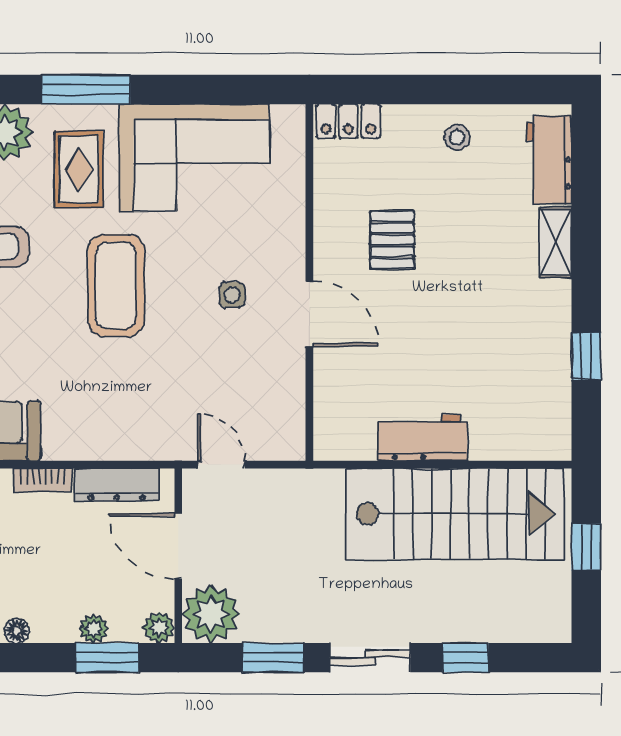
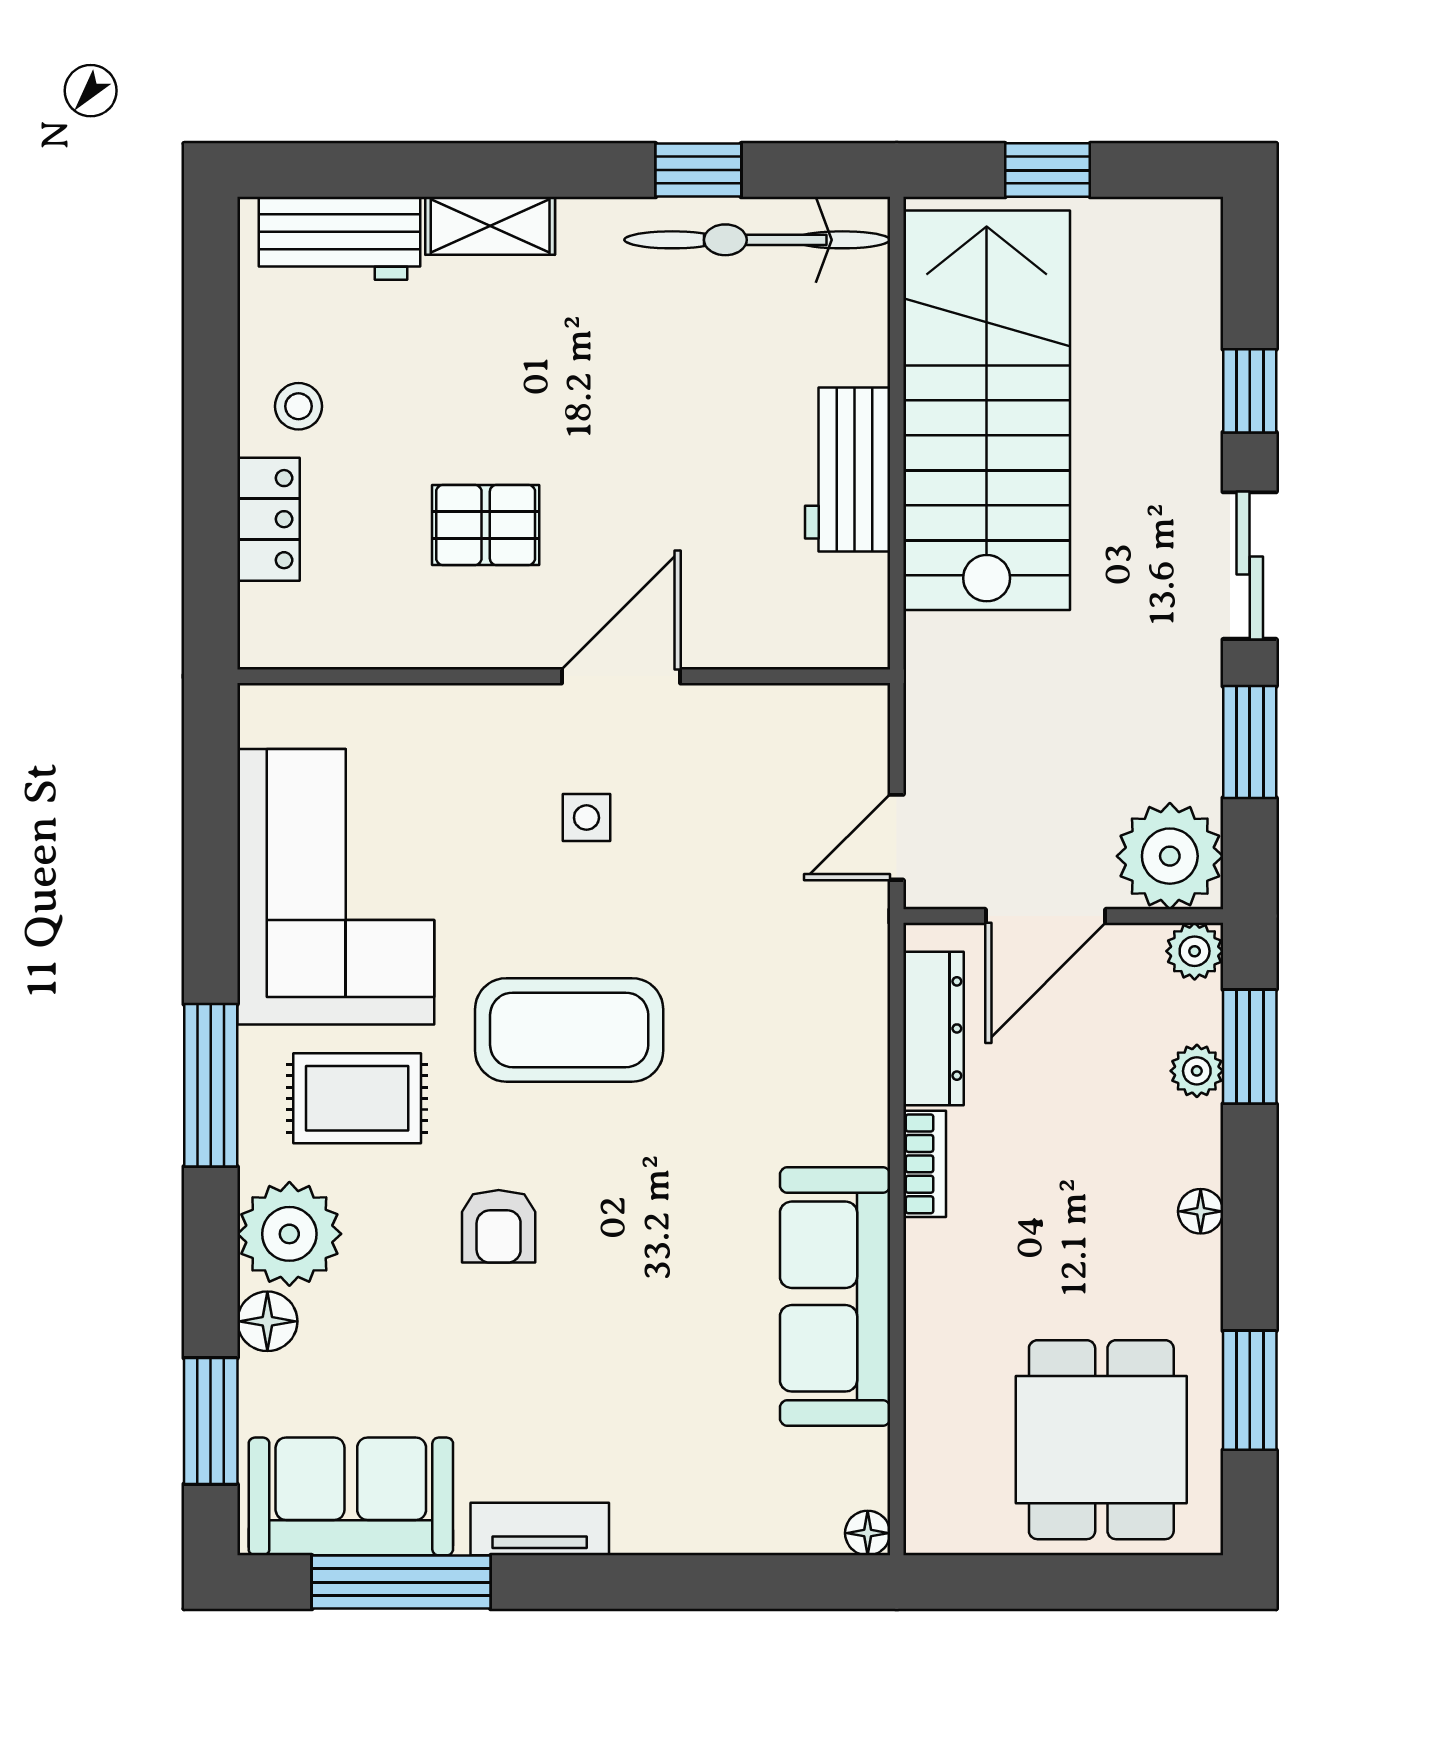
locker: (348, 121) -> (268, 519), moved
bicycle: (548, 388) -> (757, 240), added

